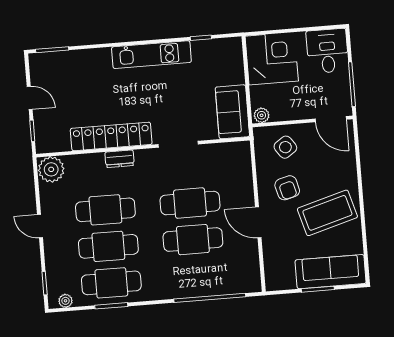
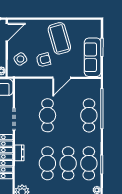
cafe table: (193, 240) -> (89, 115), moved
sofa: (331, 272) -> (93, 57), moved

